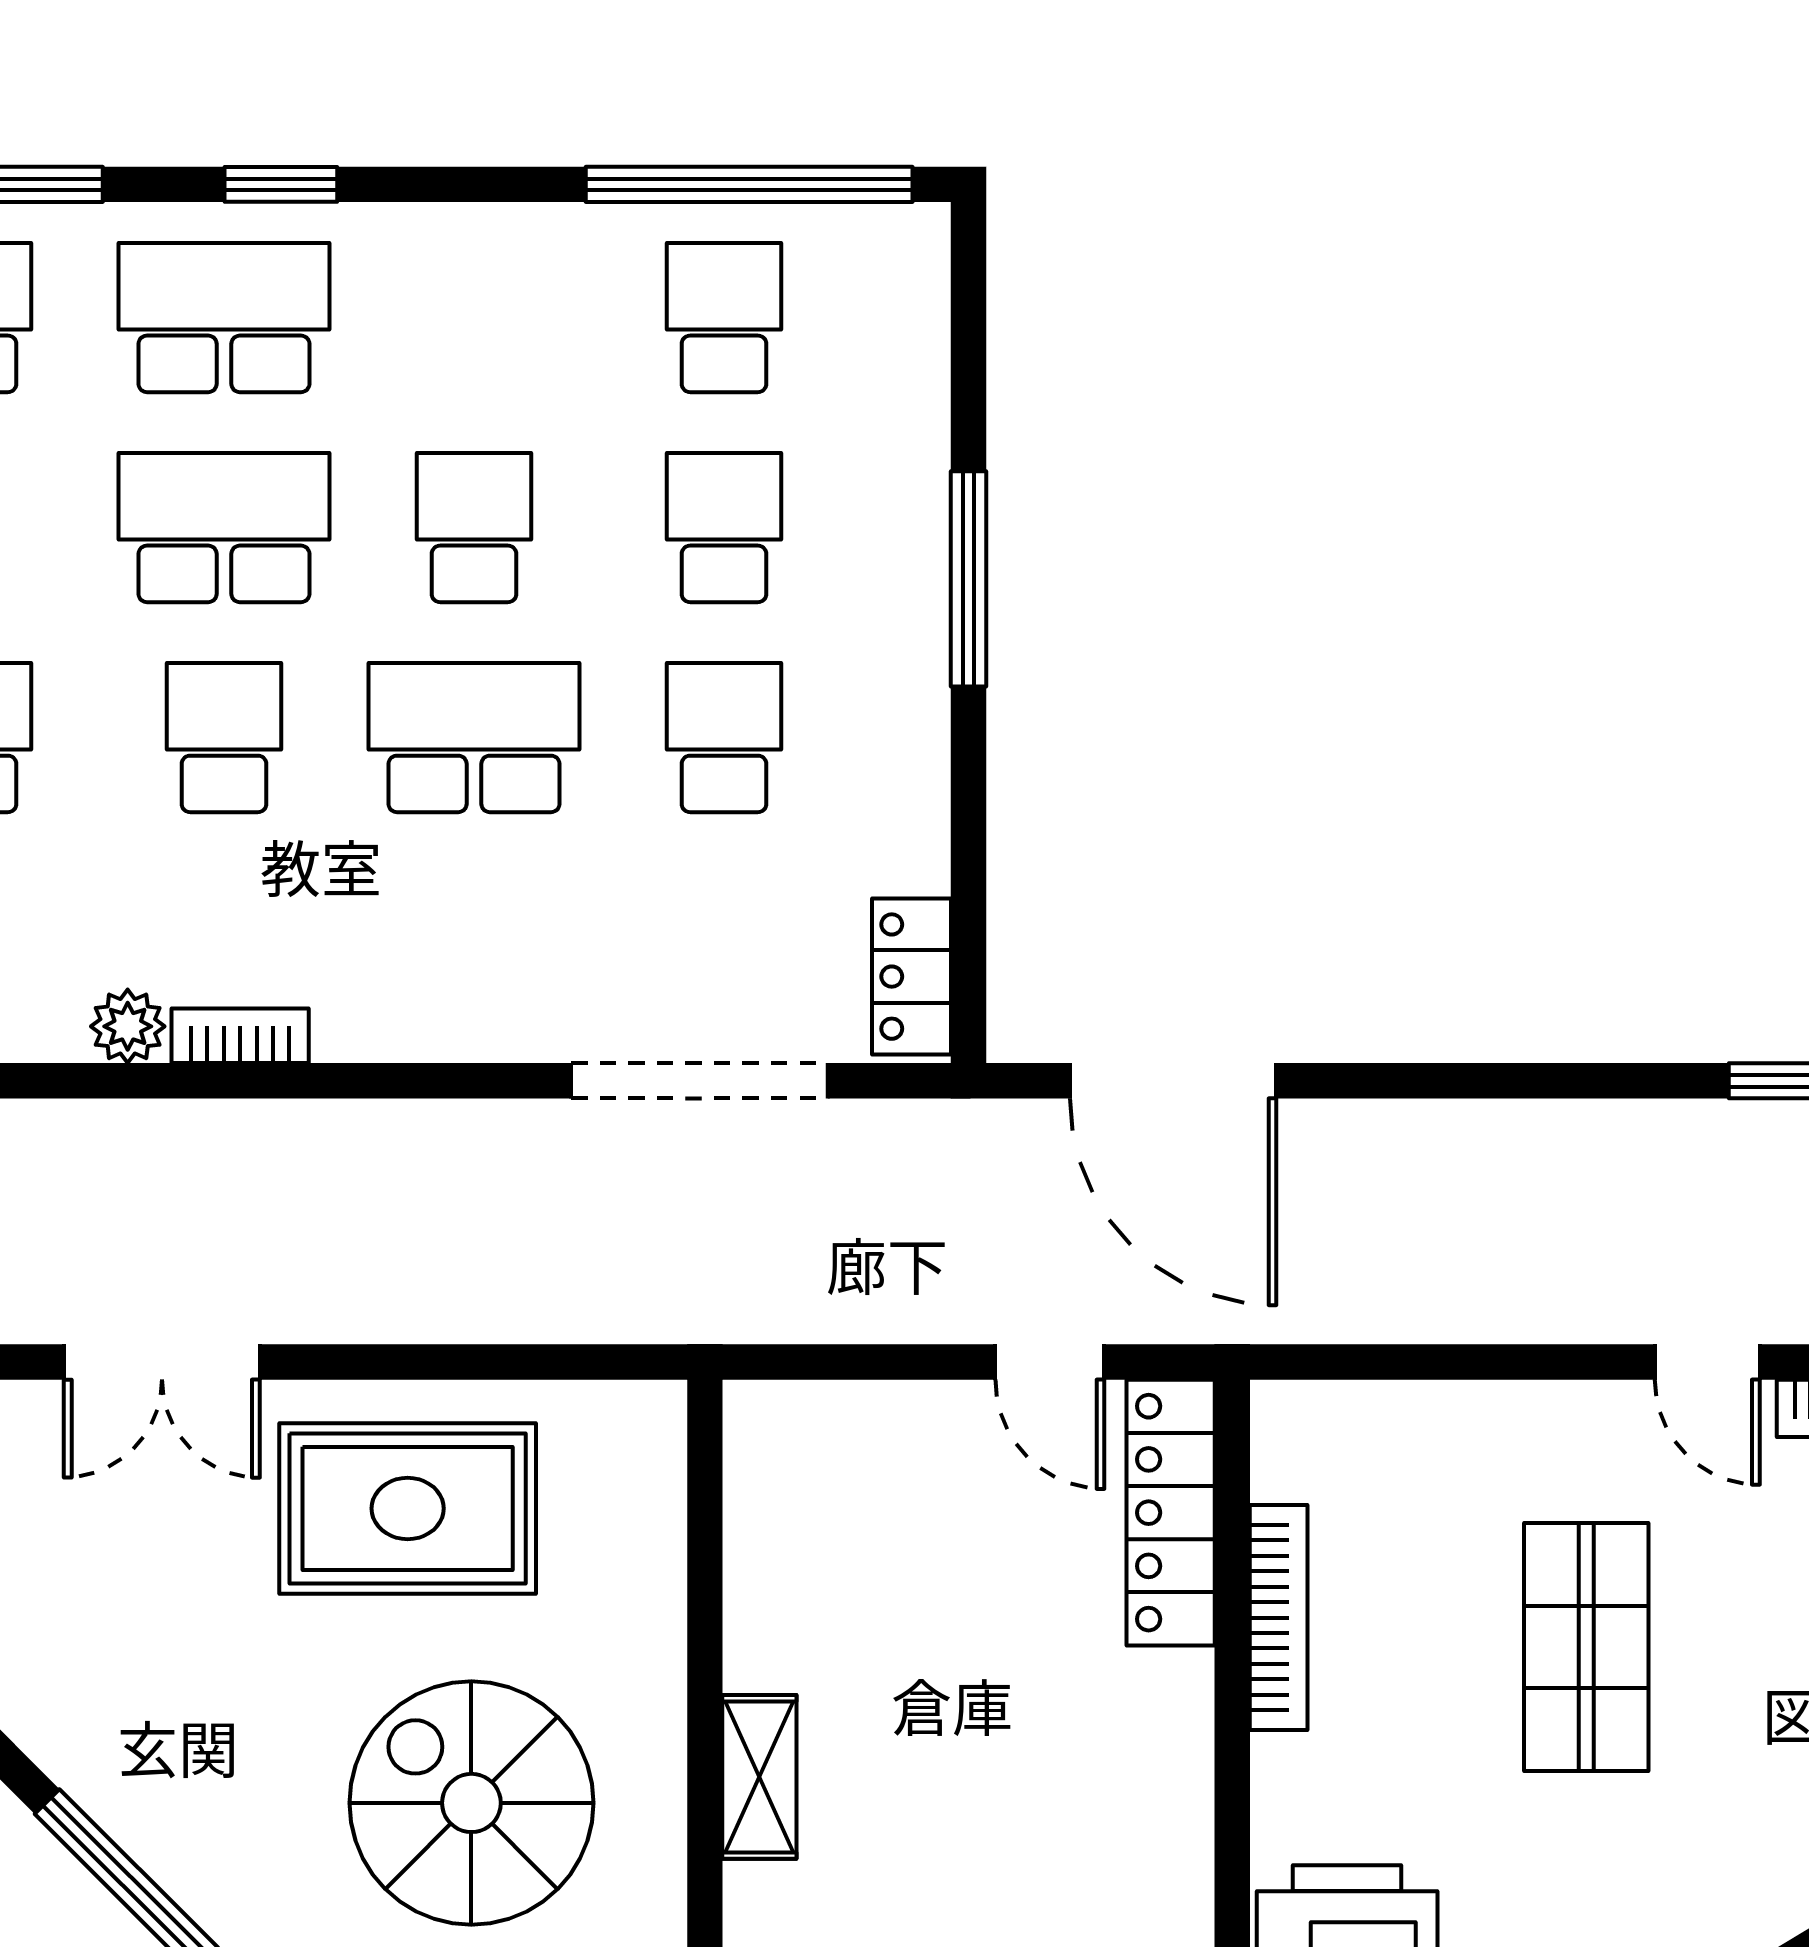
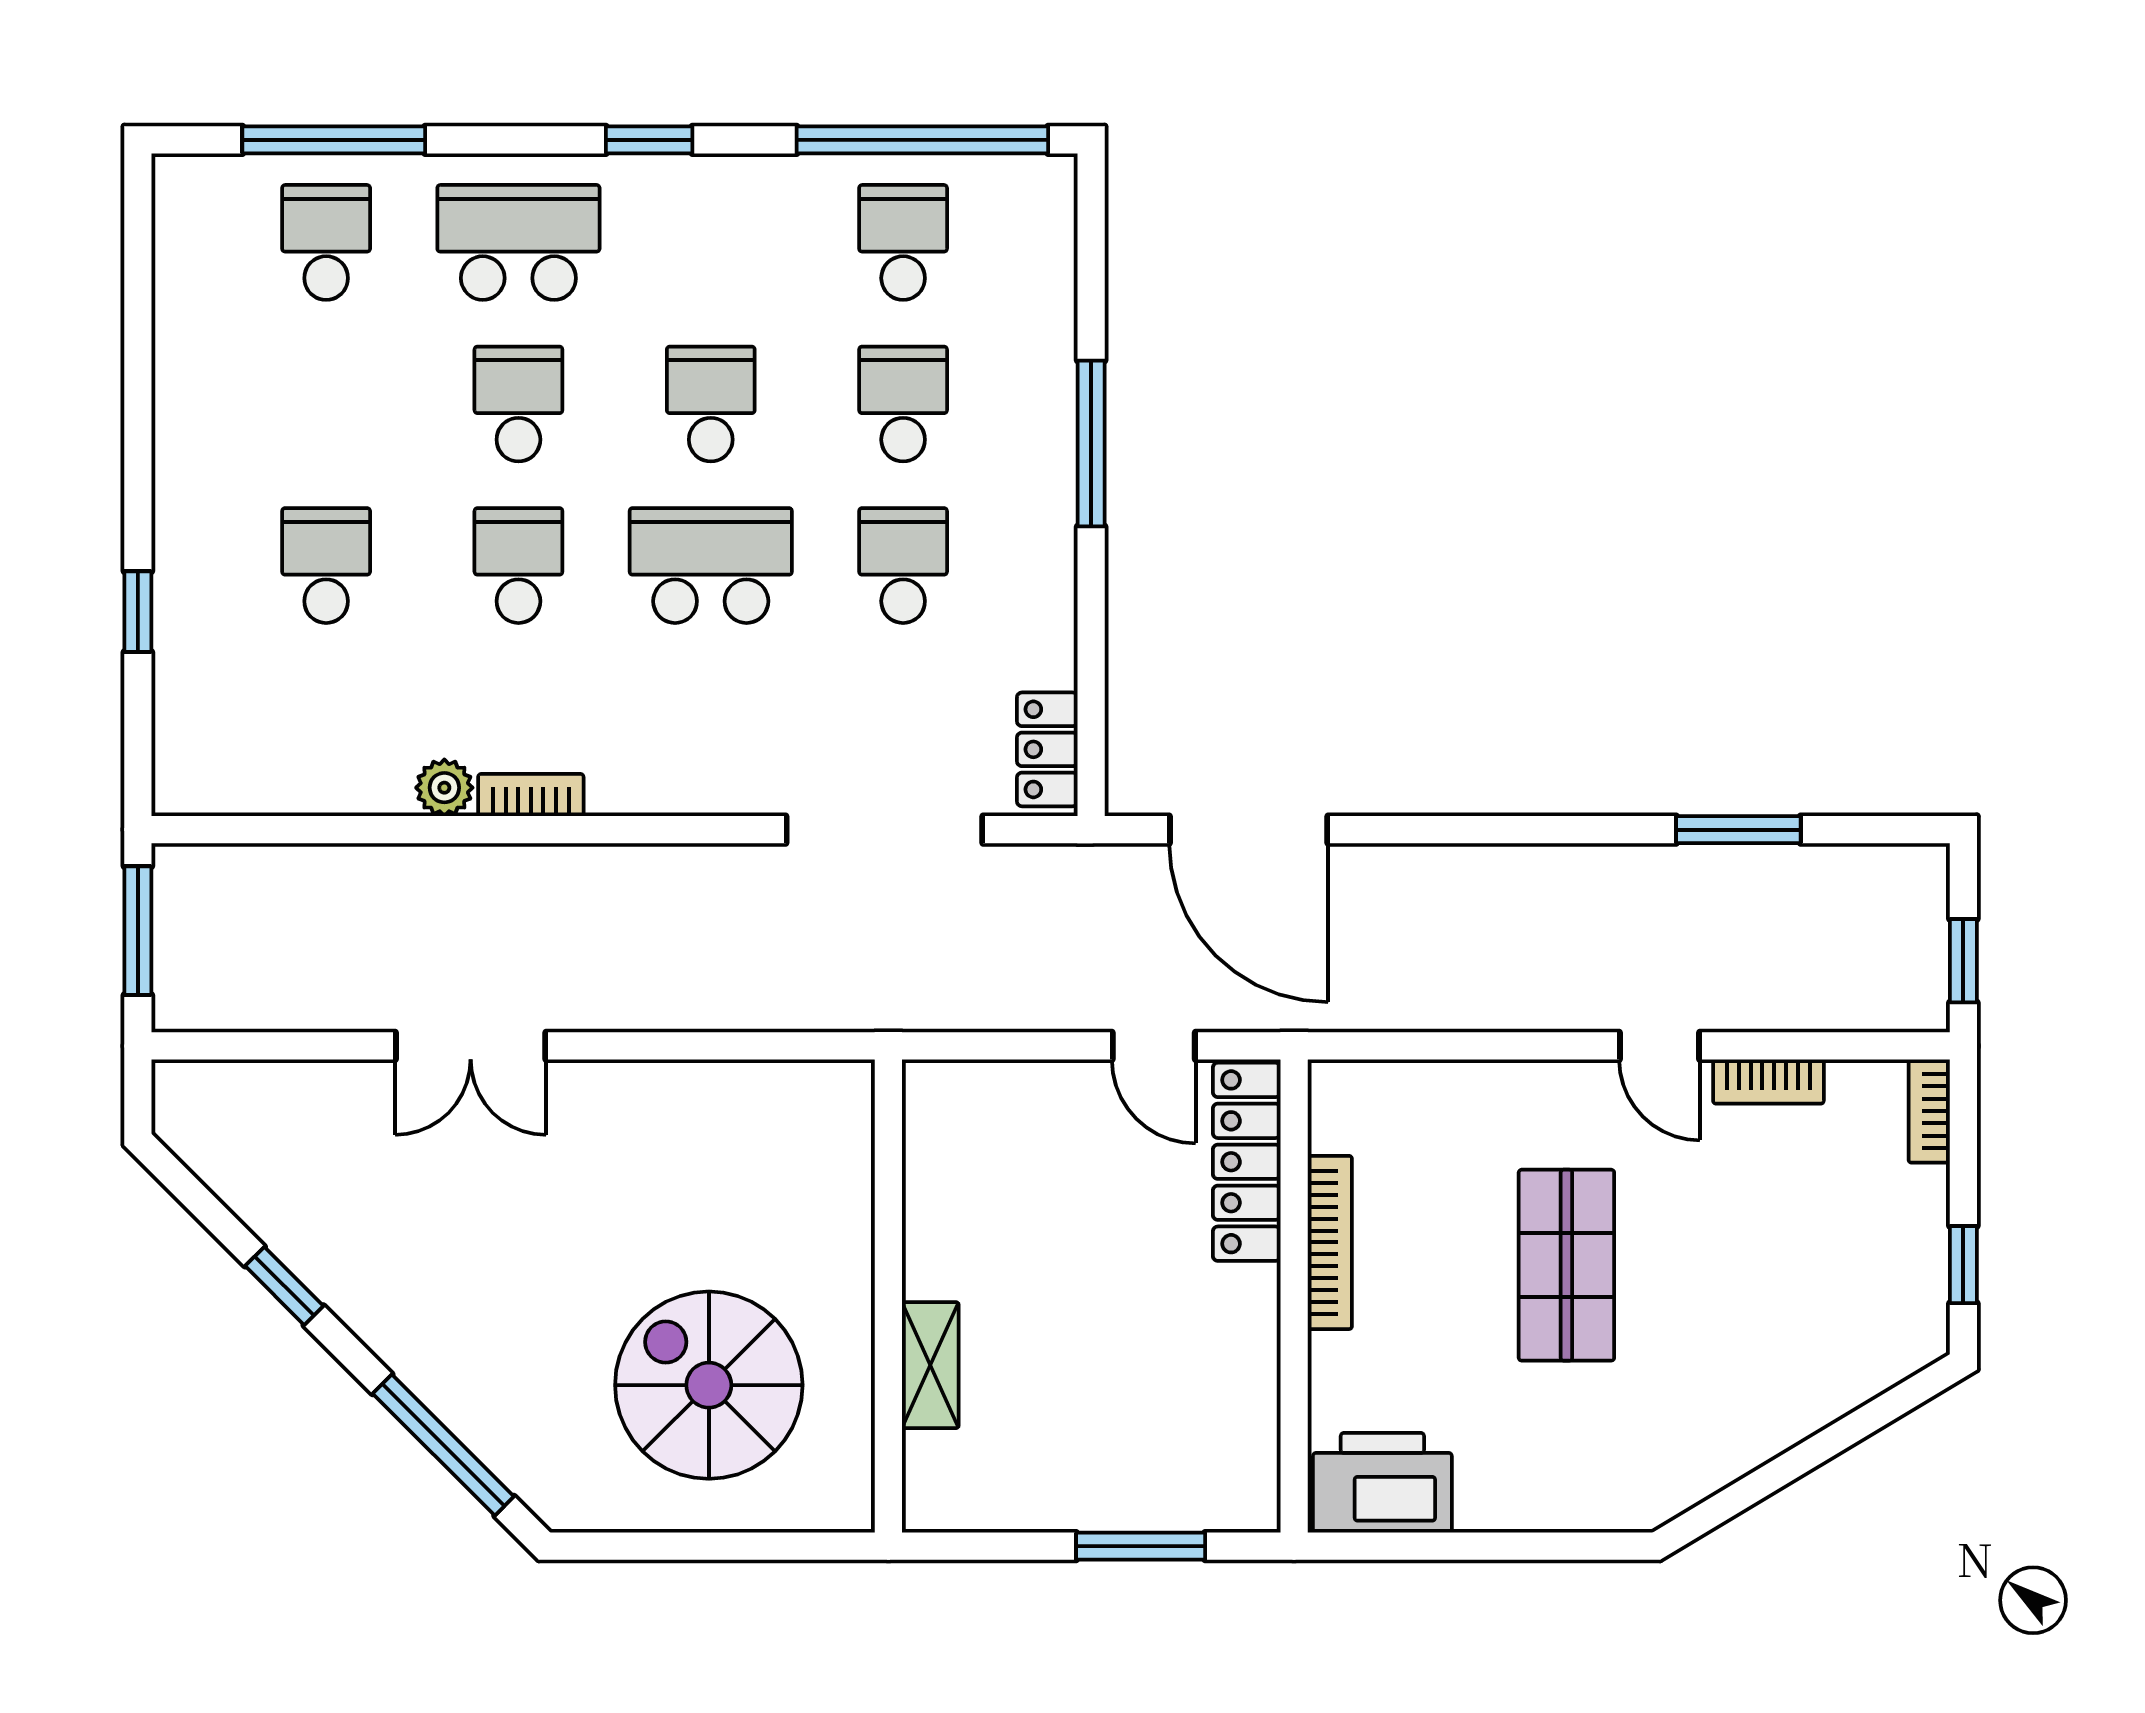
window: (281, 184) -> (649, 140), moved
school desk: (224, 528) -> (518, 404), width x0.54
rug: (408, 1508) -> (660, 1159), removed

